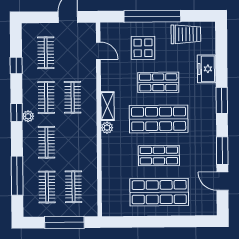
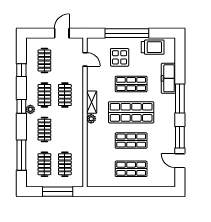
freezer: (207, 69) -> (168, 78), width x1.40
window: (222, 100) -> (180, 99), width x1.44
shop shelf: (159, 192) -> (131, 169), width x0.70, depth x0.74

